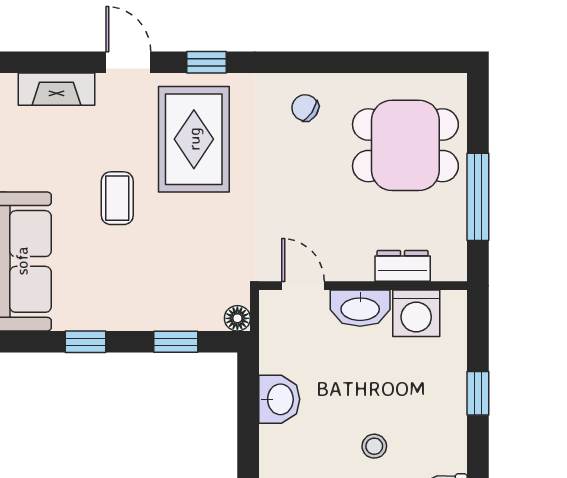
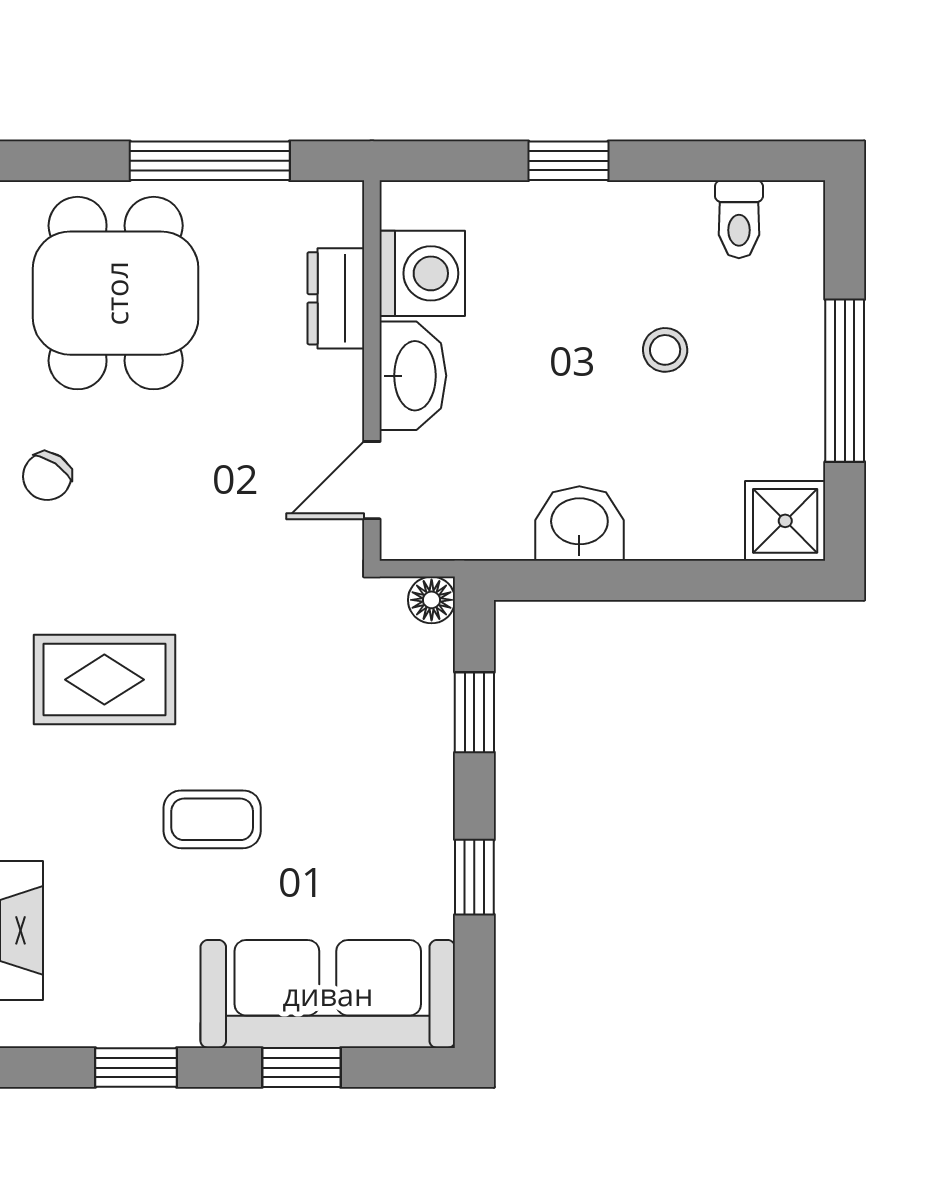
rug: (194, 139) -> (104, 680), width x0.73, depth x0.70

